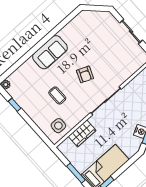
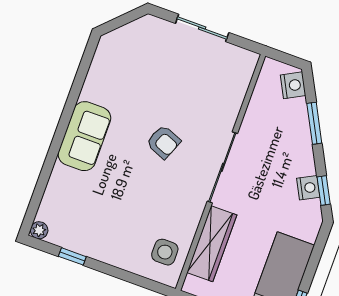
coffee table: (57, 95) -> (136, 202), removed
wardrobe: (82, 133) -> (212, 244), width x1.50

